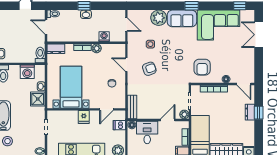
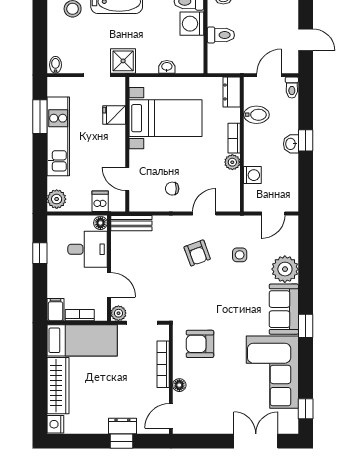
bidet: (69, 34) -> (256, 115), added
toilet: (40, 55) -> (221, 35), moved
washing machine: (27, 72) -> (192, 24), moved
shower: (38, 99) -> (123, 61), moved
fridge: (84, 117) -> (114, 115), moved

